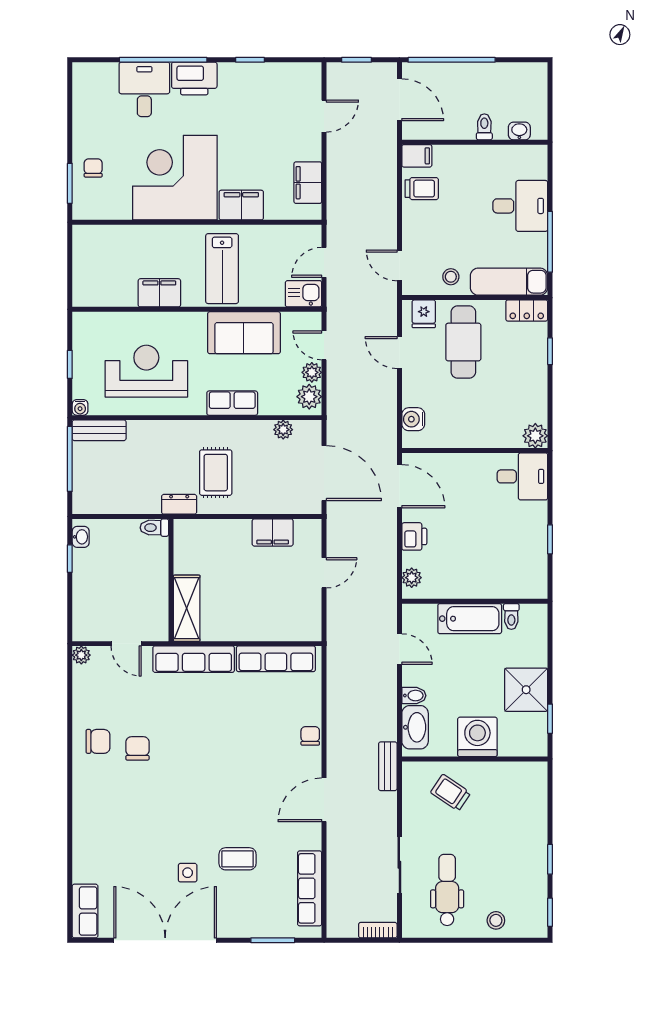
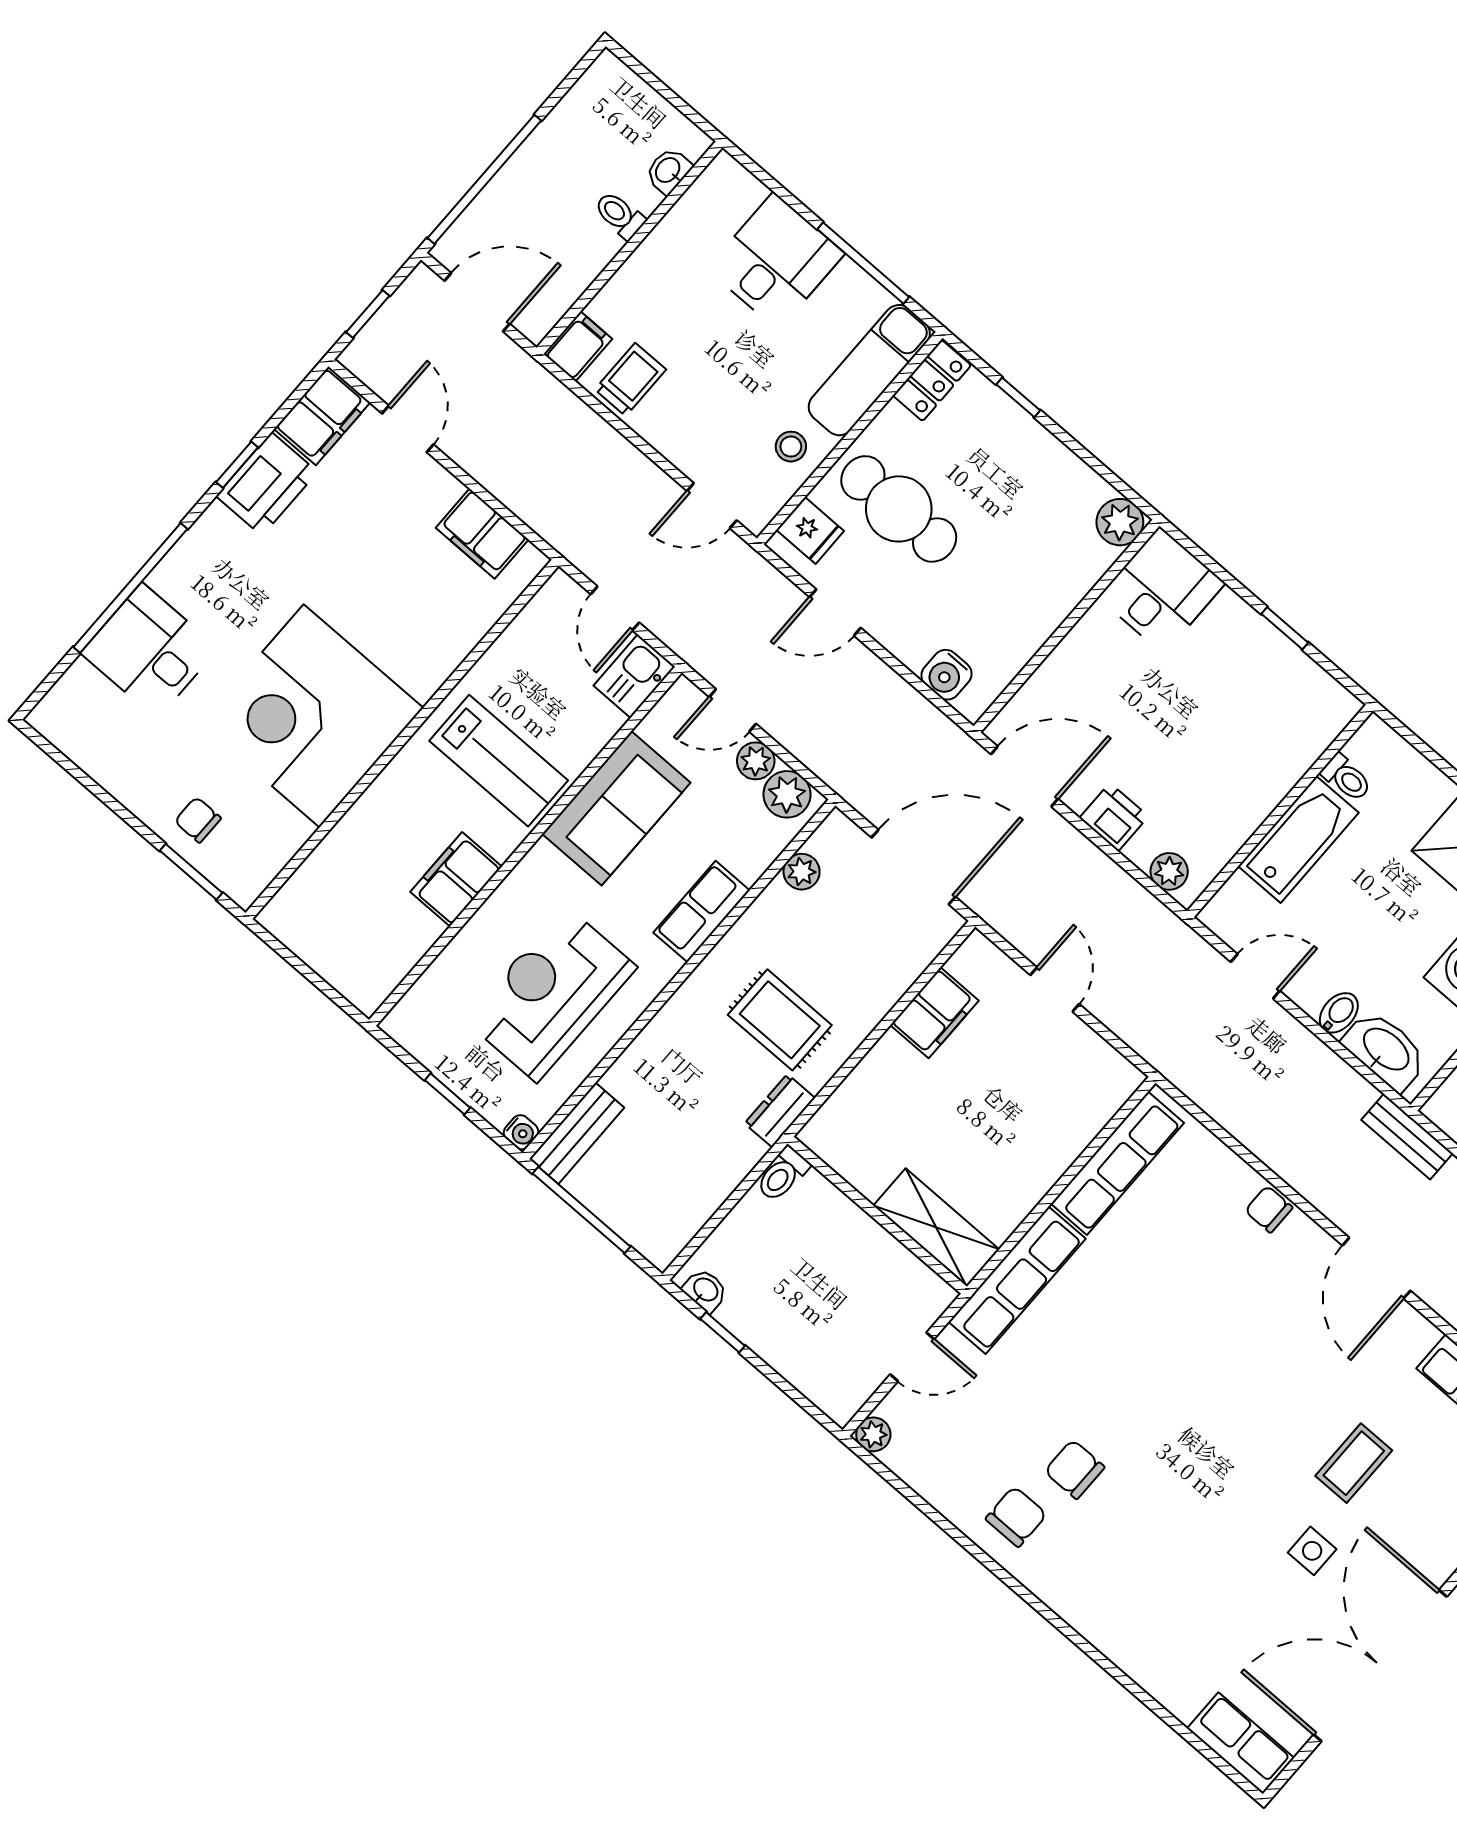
printer: (194, 78) -> (267, 484), moved
filing cabinet: (241, 205) -> (322, 416), moved, turned 180

